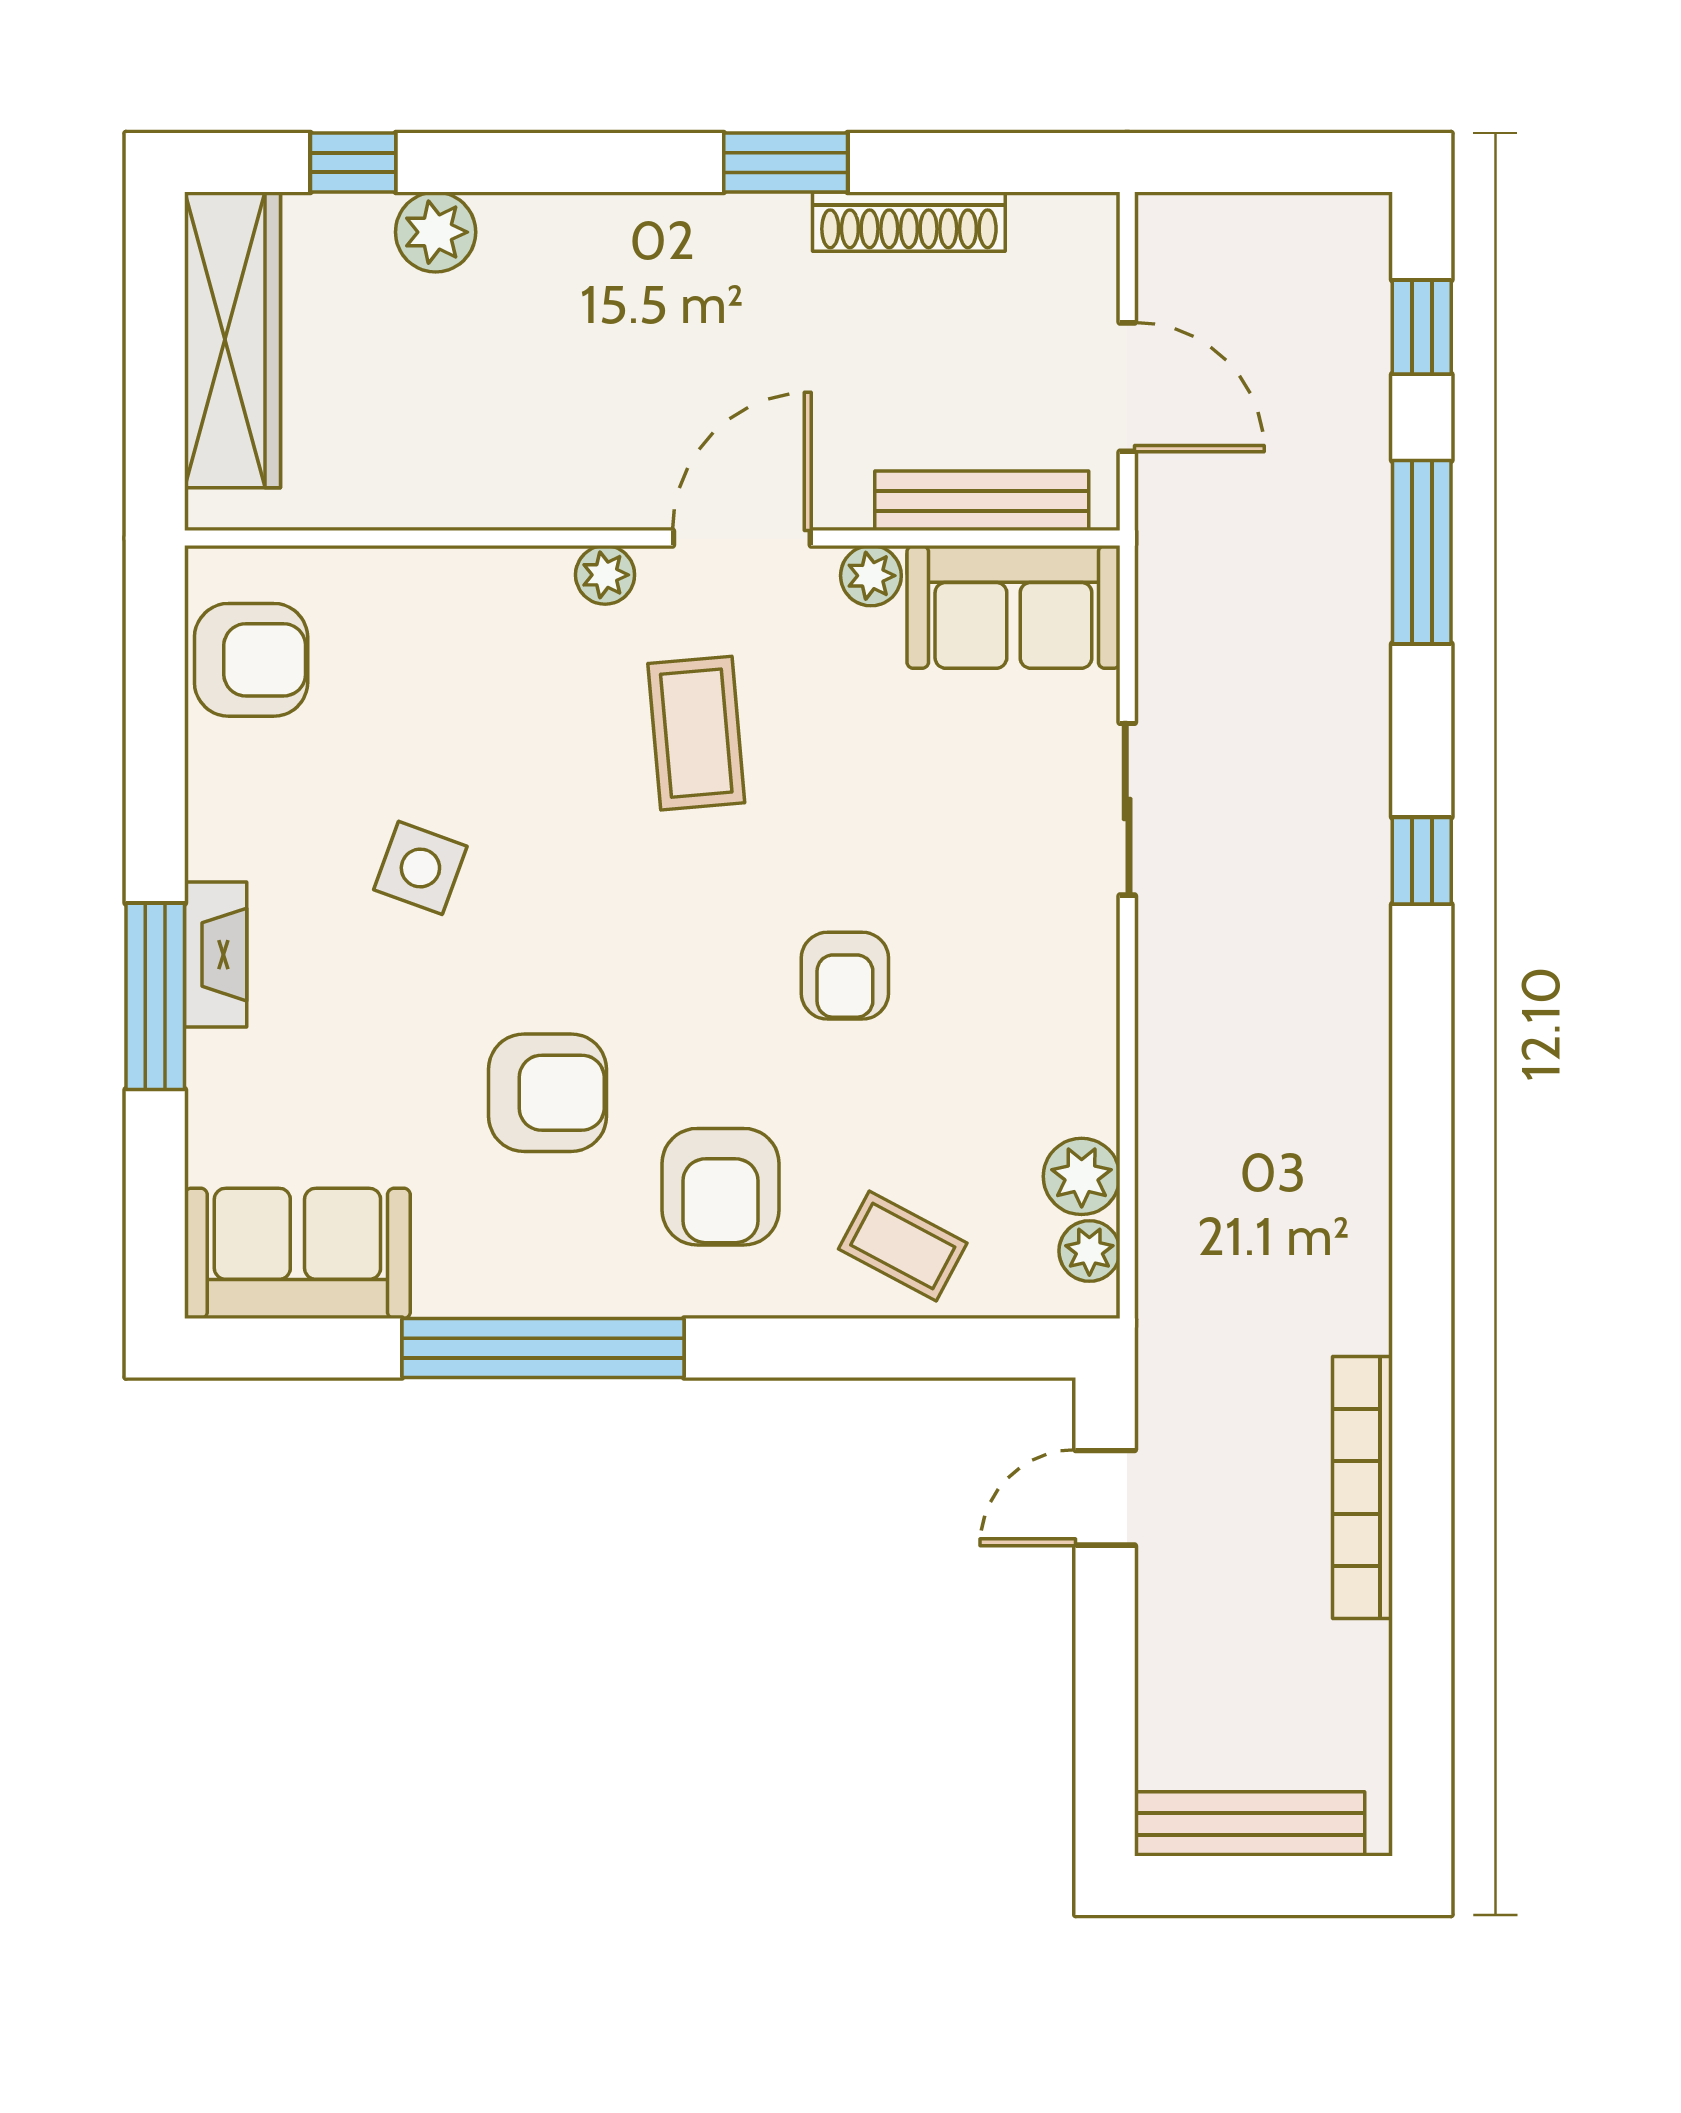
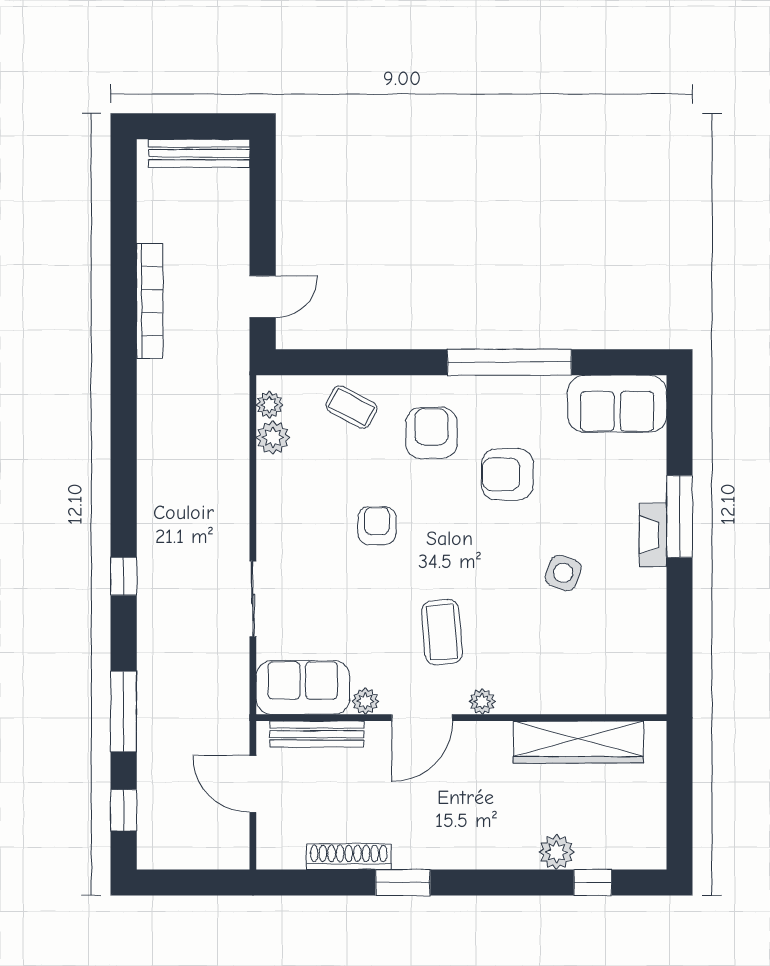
wardrobe: (233, 340) -> (578, 742), moved, turned -90
armchair: (251, 660) -> (637, 664), removed

